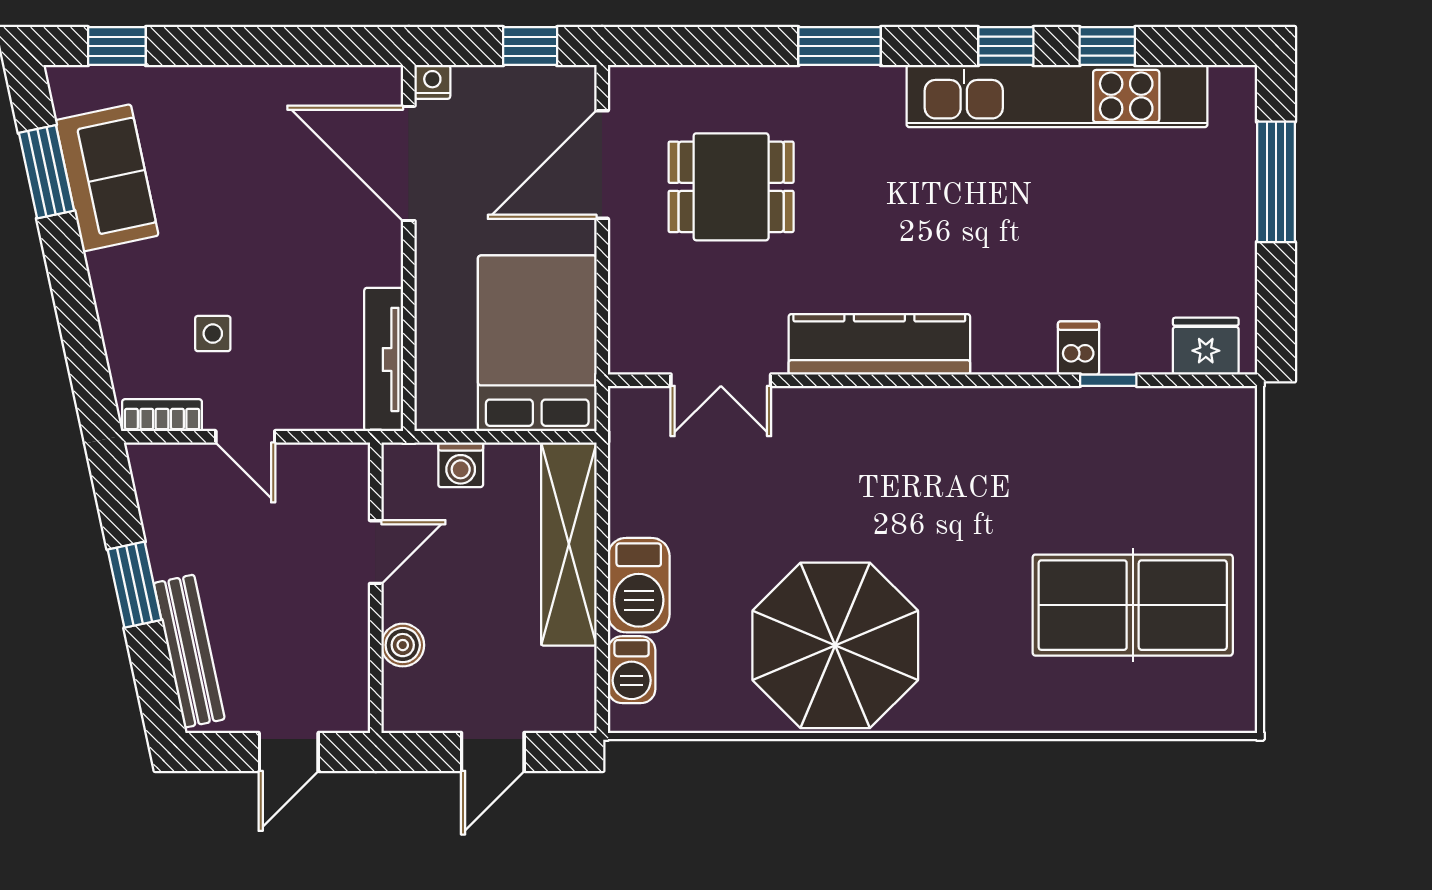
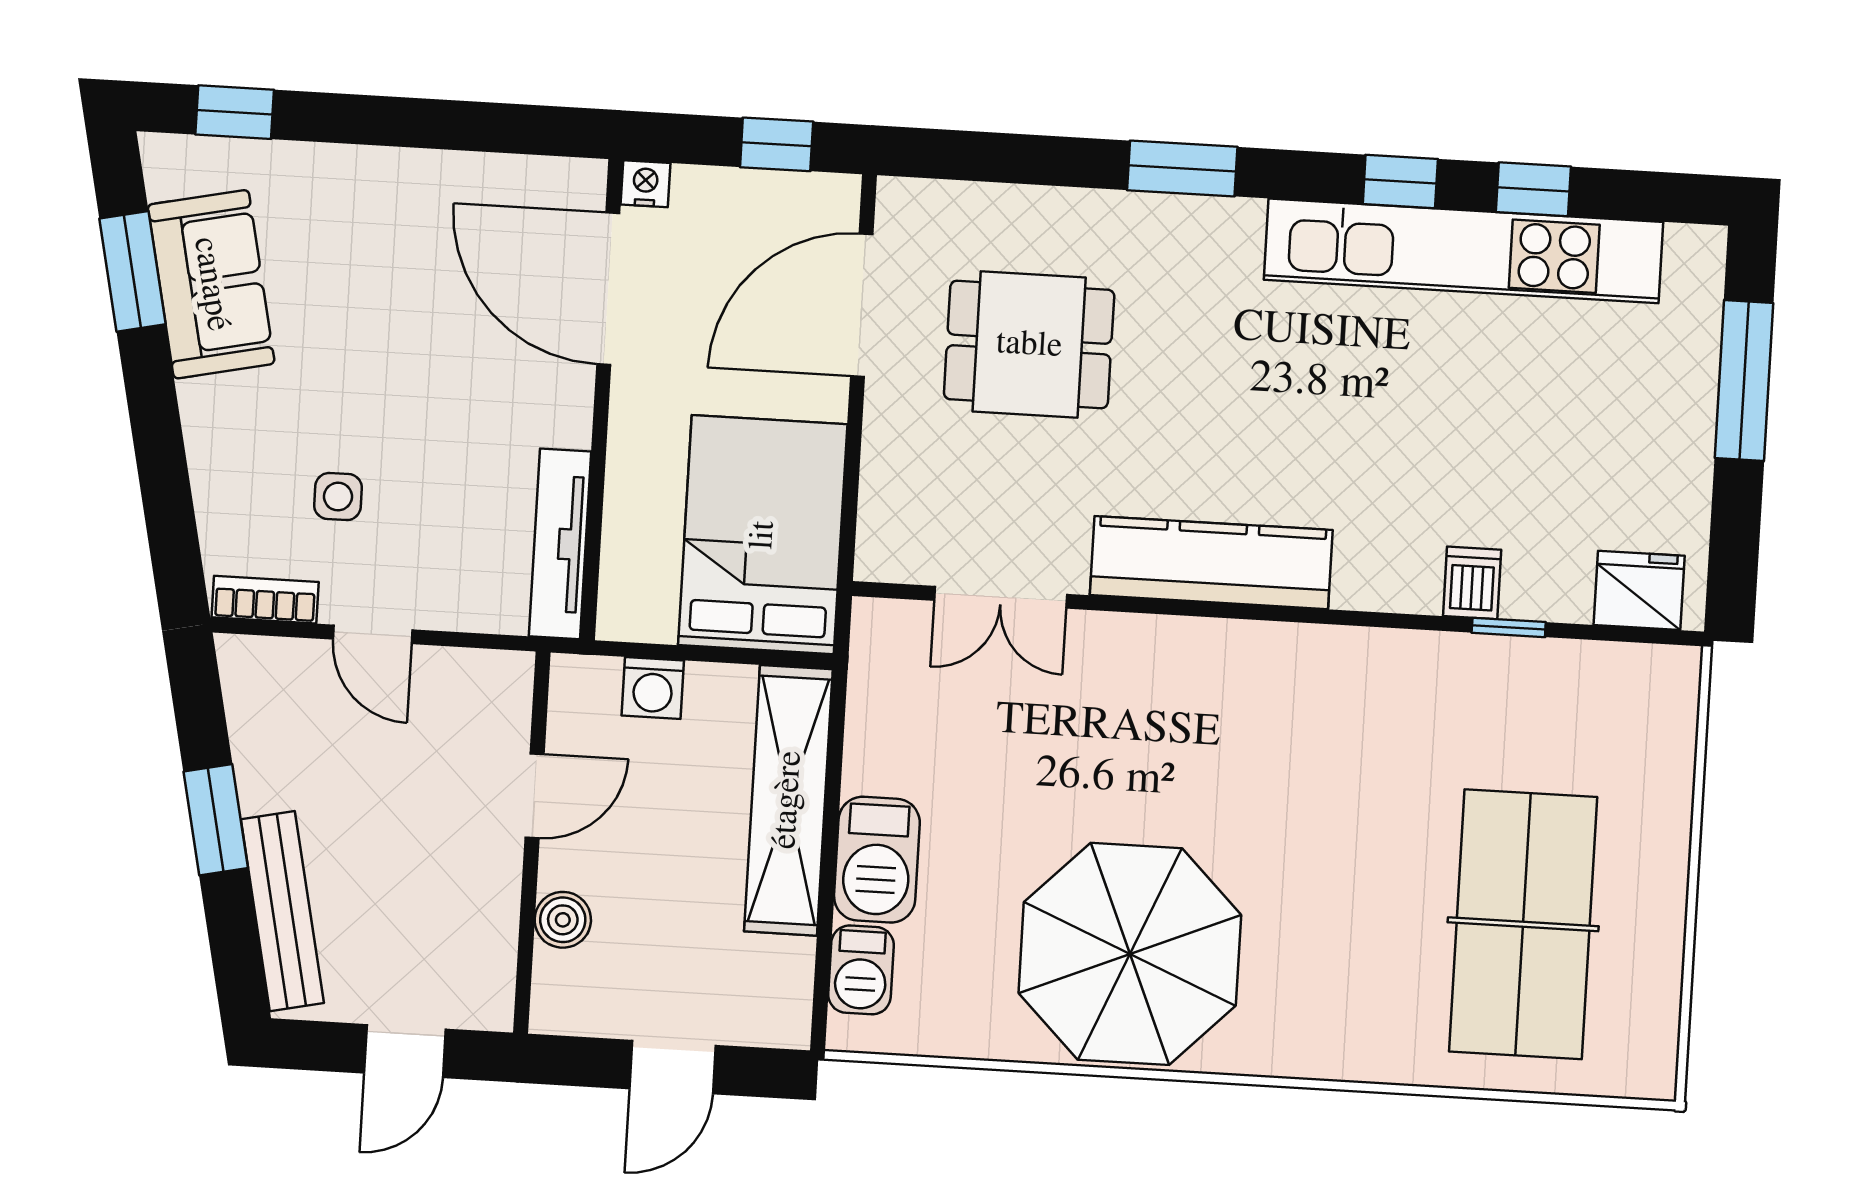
table tennis table: (1133, 605) -> (1523, 924), turned 90

